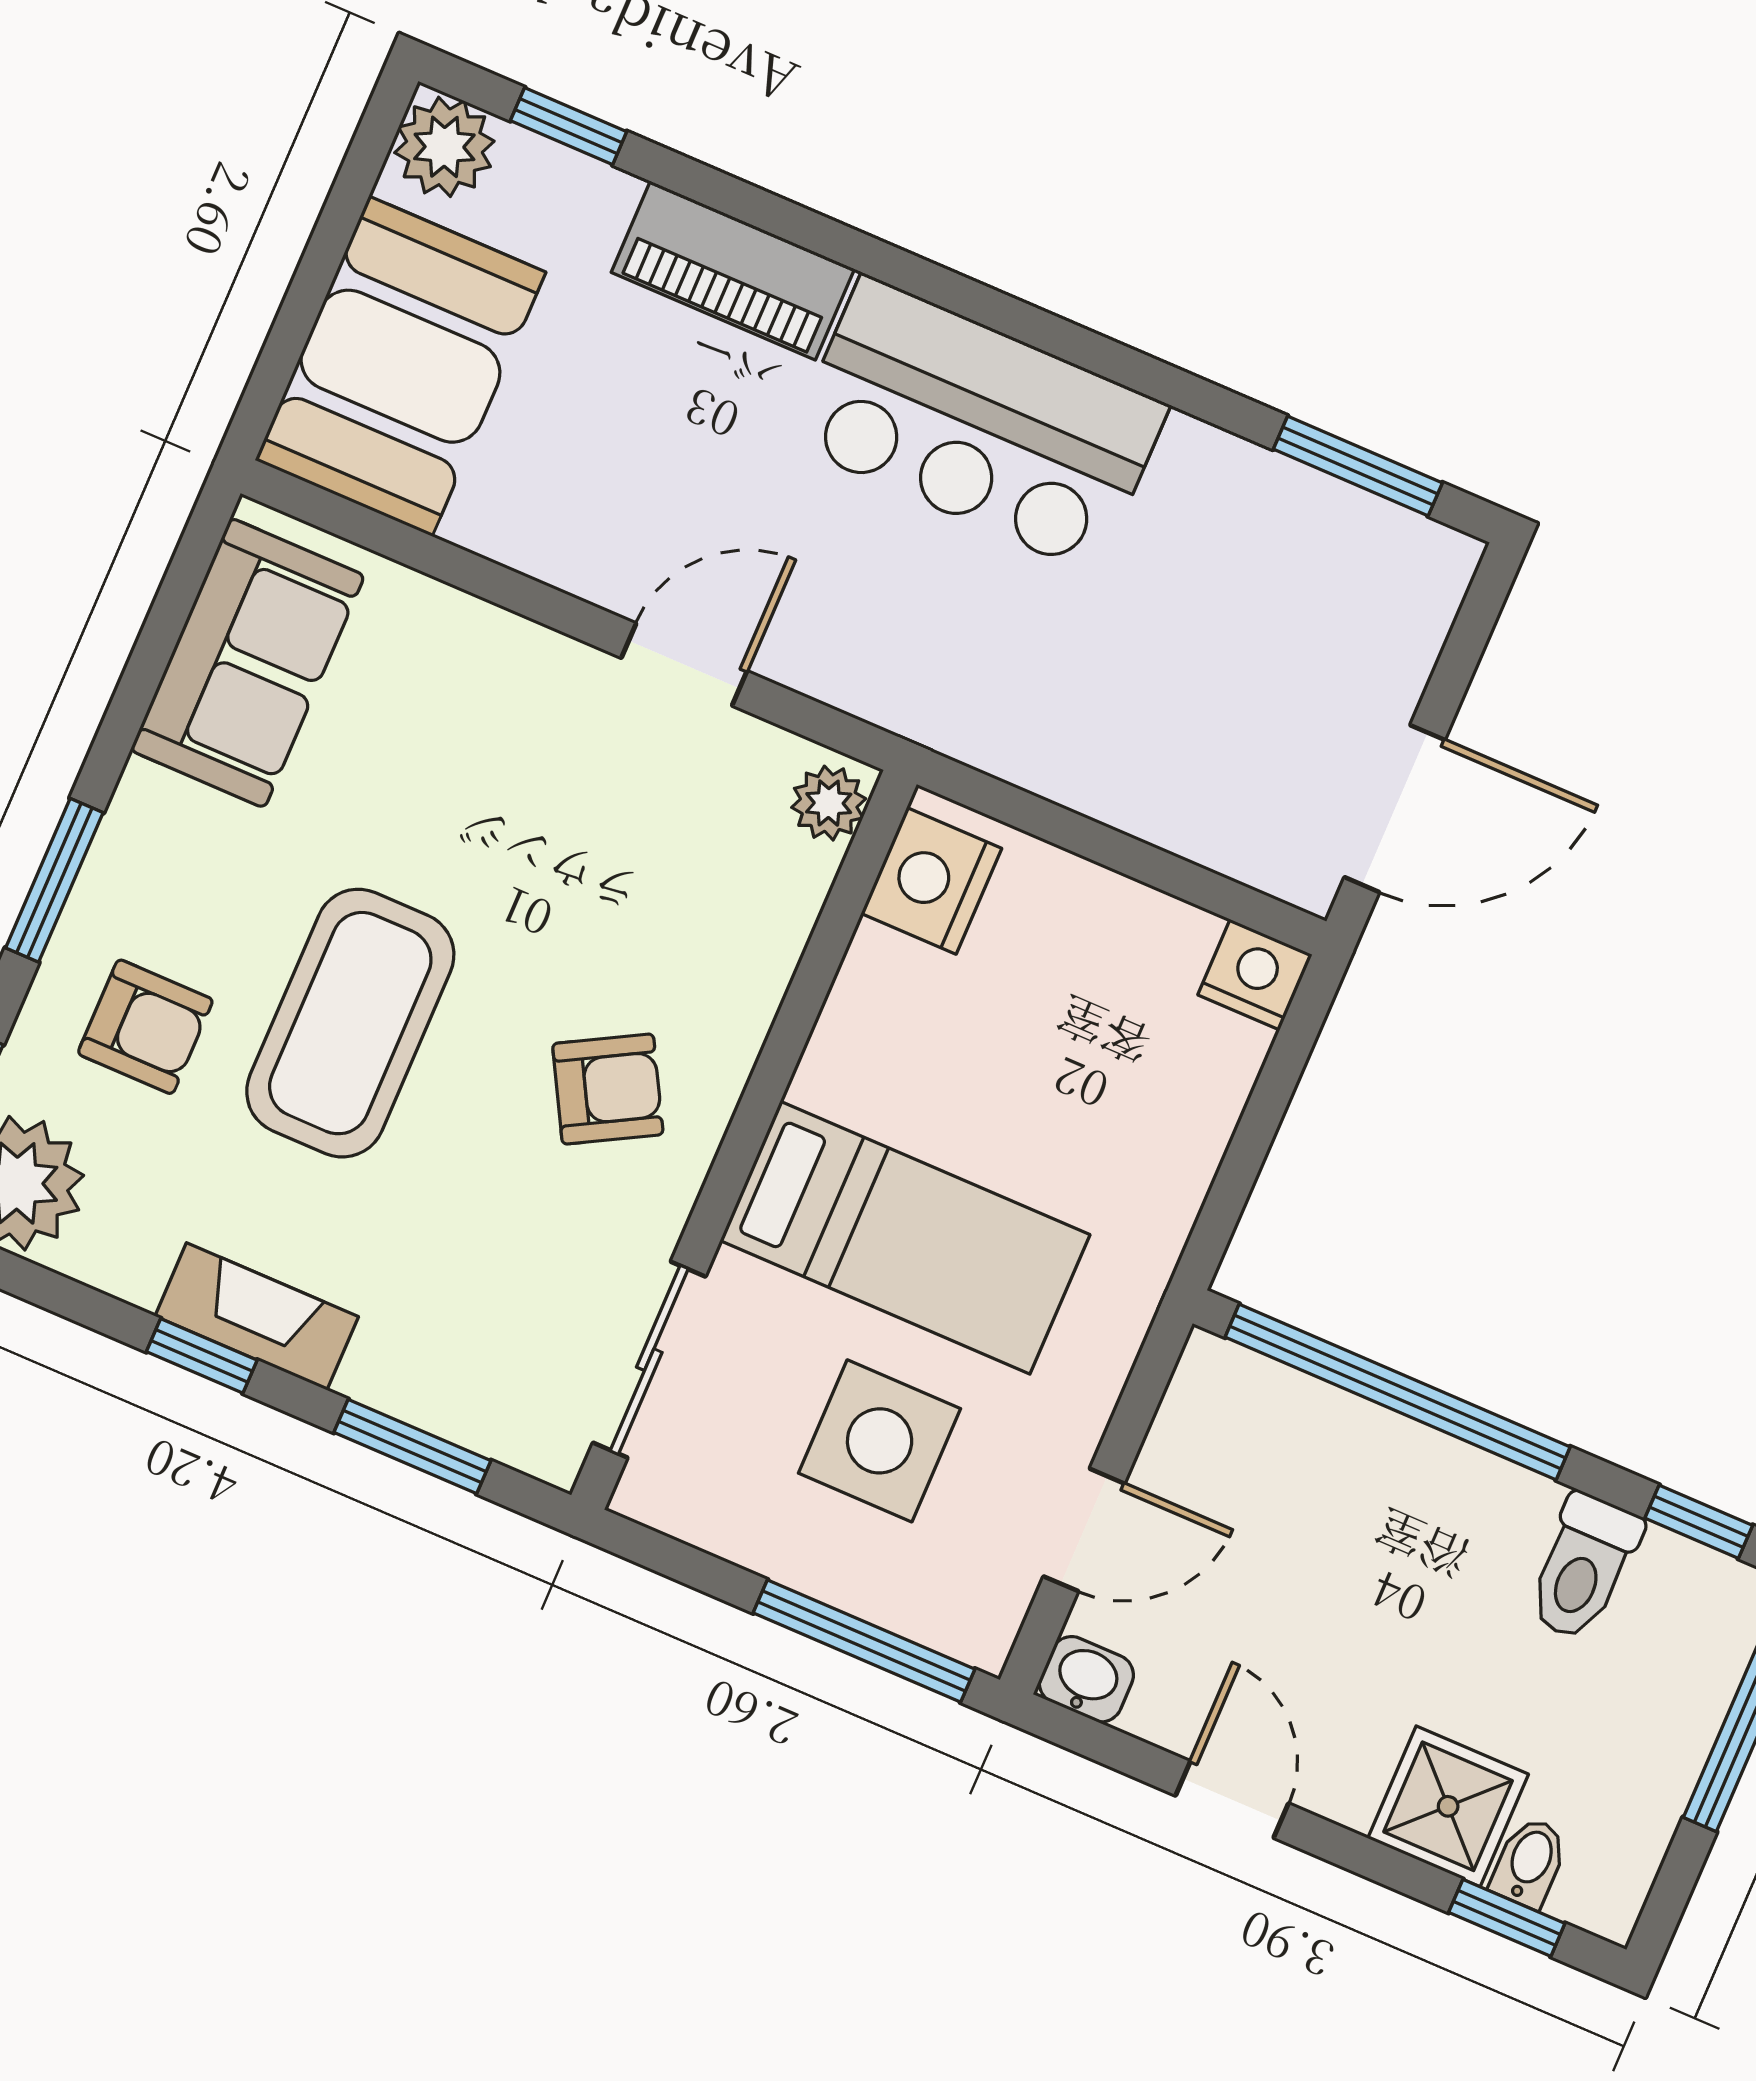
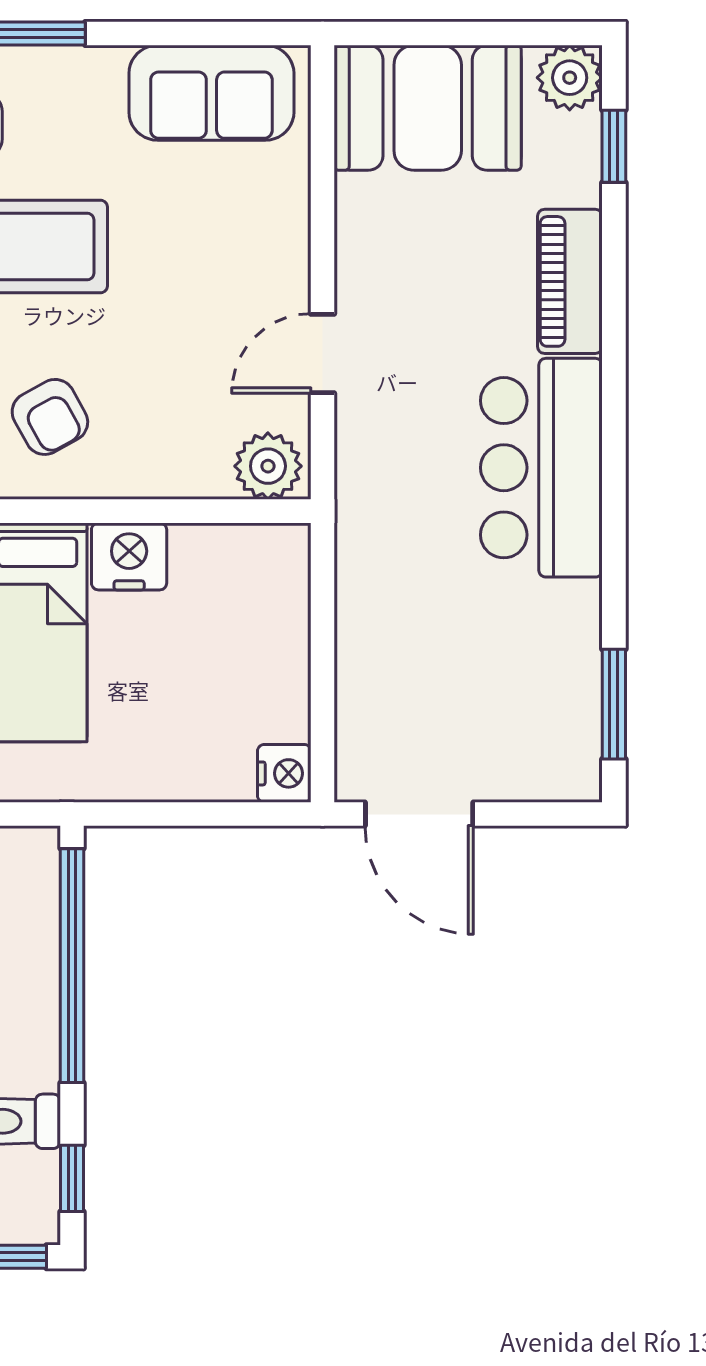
door: (684, 665) -> (323, 353), swing flipped
plant: (829, 803) -> (268, 466), width x1.38, depth x1.38
nightstand: (931, 881) -> (129, 556), moved

